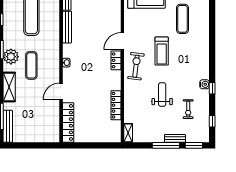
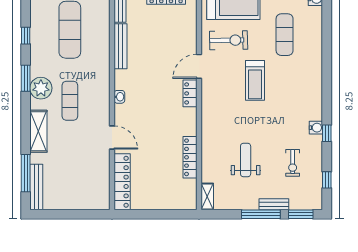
exercise bike: (136, 66) -> (229, 40), moved, turned 82
door: (61, 91) -> (112, 138), swing flipped
weight bench: (162, 94) -> (246, 160), moved

